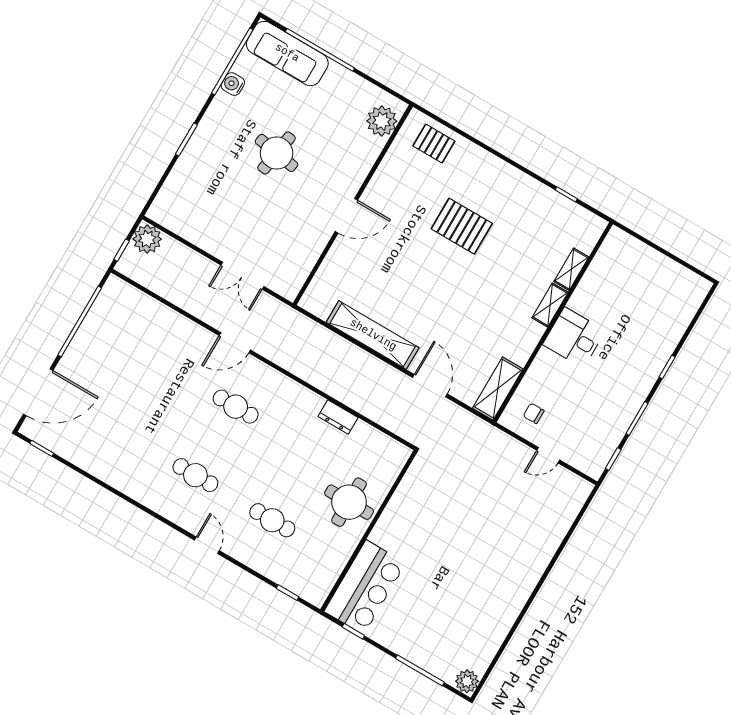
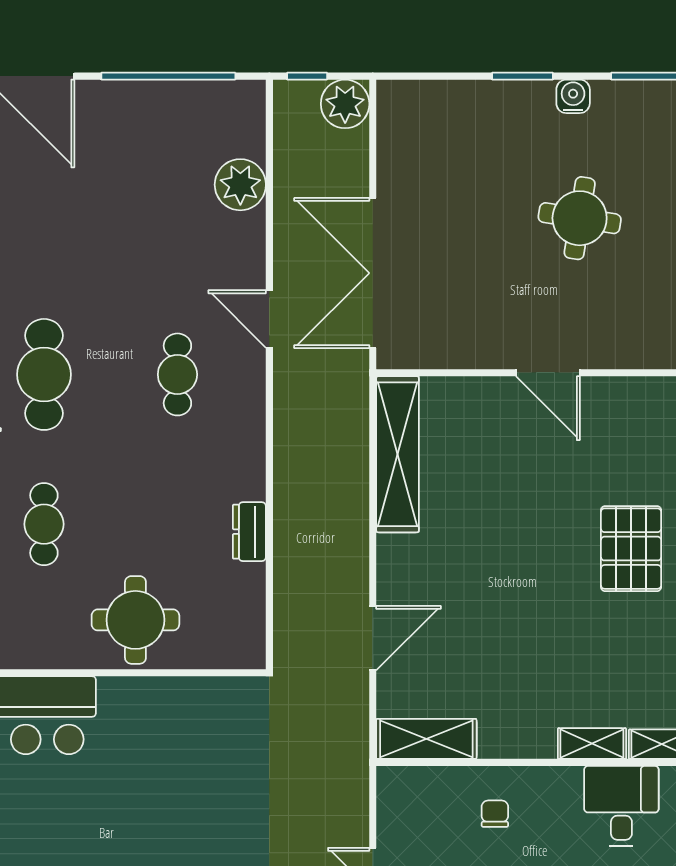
water cooler: (233, 84) -> (573, 96), moved
double door: (242, 276) -> (373, 273), width x1.87
plant: (157, 317) -> (240, 185), added
shelving: (373, 335) -> (398, 454), moved
desk: (574, 338) -> (621, 806), moved
chair: (534, 413) -> (495, 814), moved
cafe table: (195, 475) -> (44, 374), width x1.37, depth x1.35

